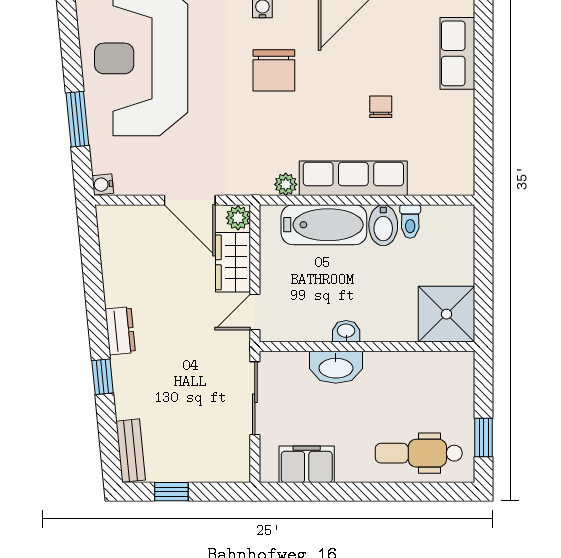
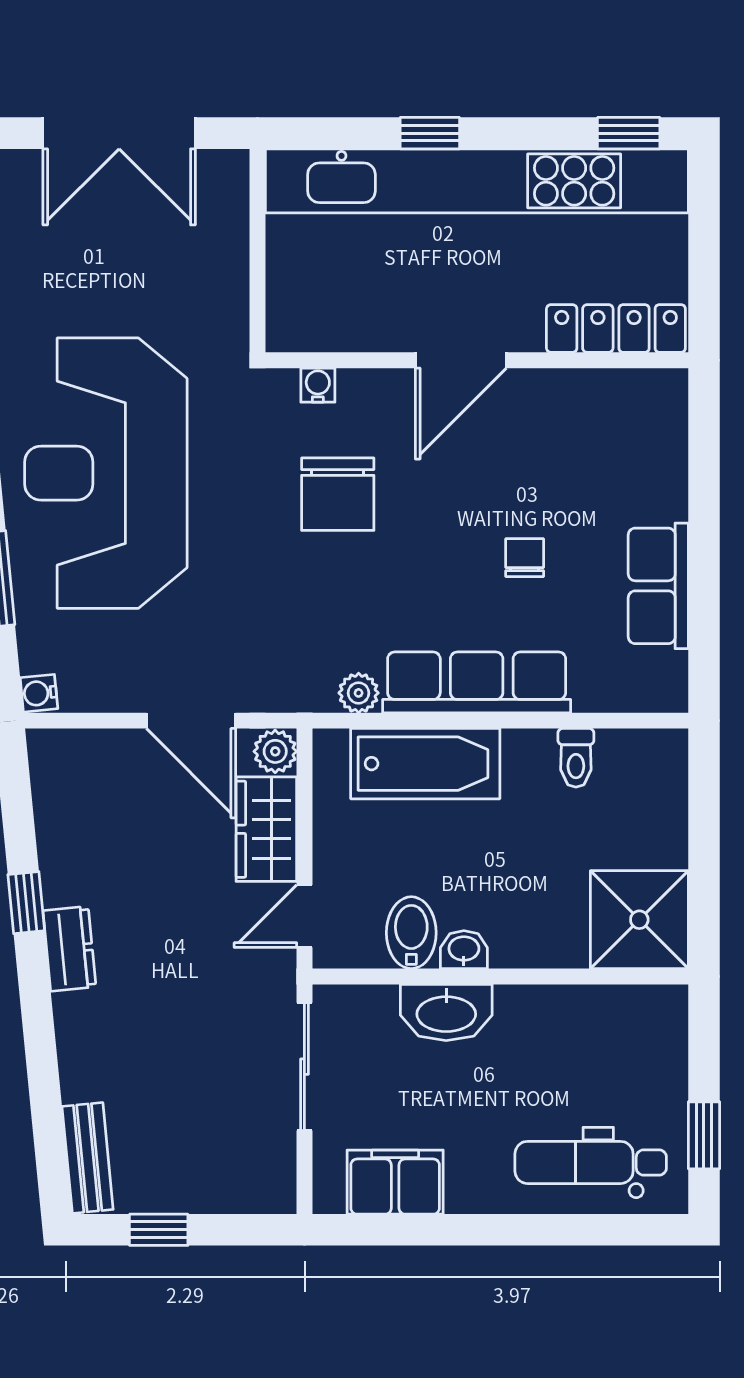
row of seats: (457, 53) -> (658, 586), moved
bidet: (383, 225) -> (411, 933), moved, turned 180
window: (103, 377) -> (26, 903), moved

